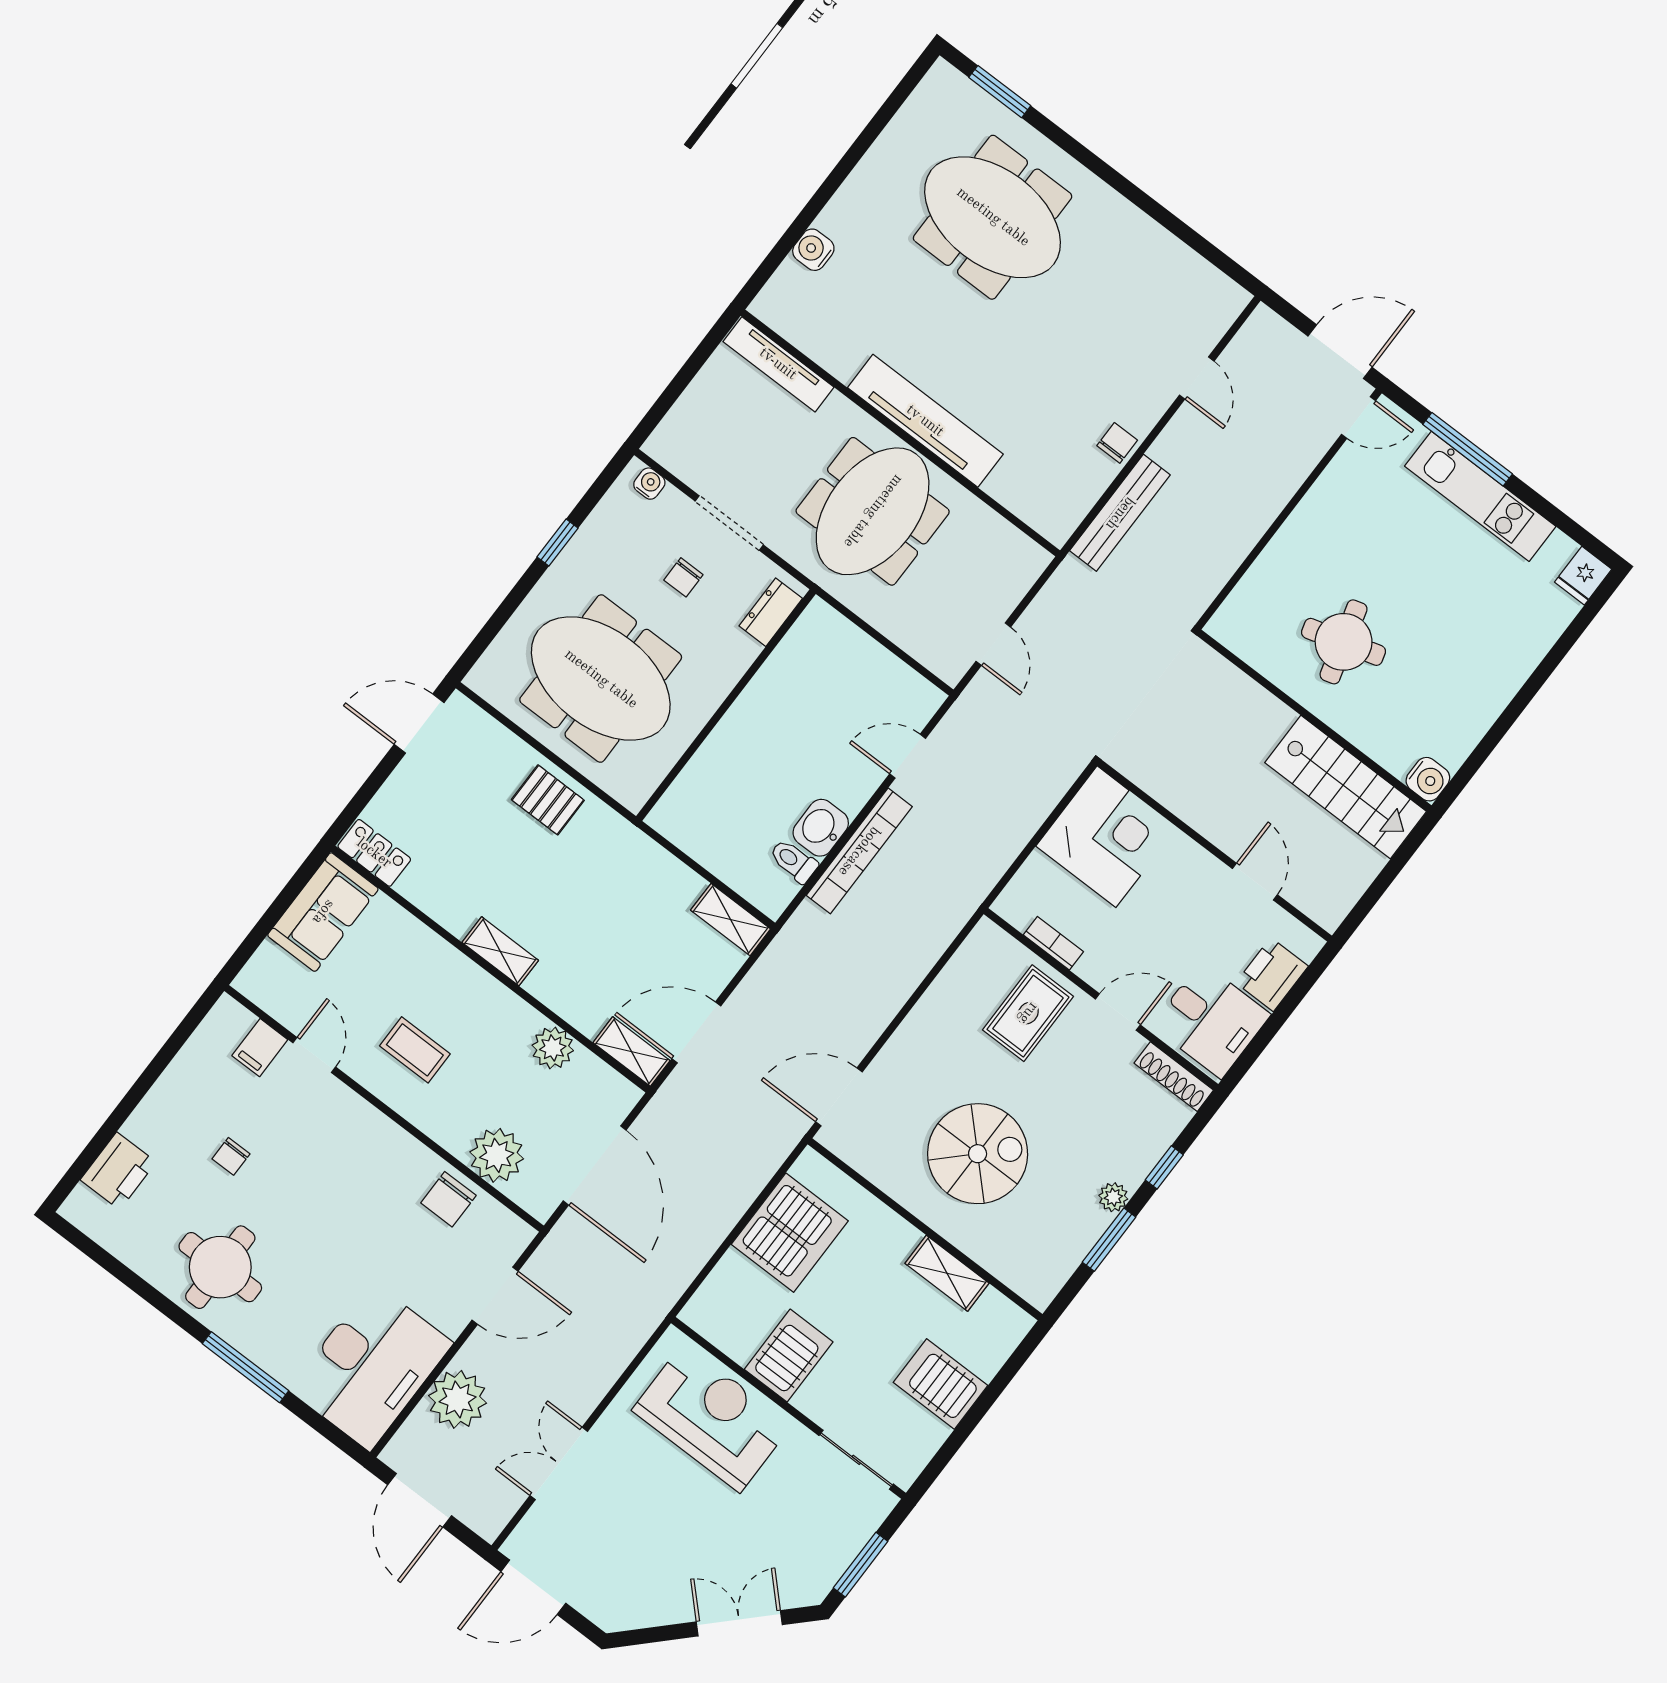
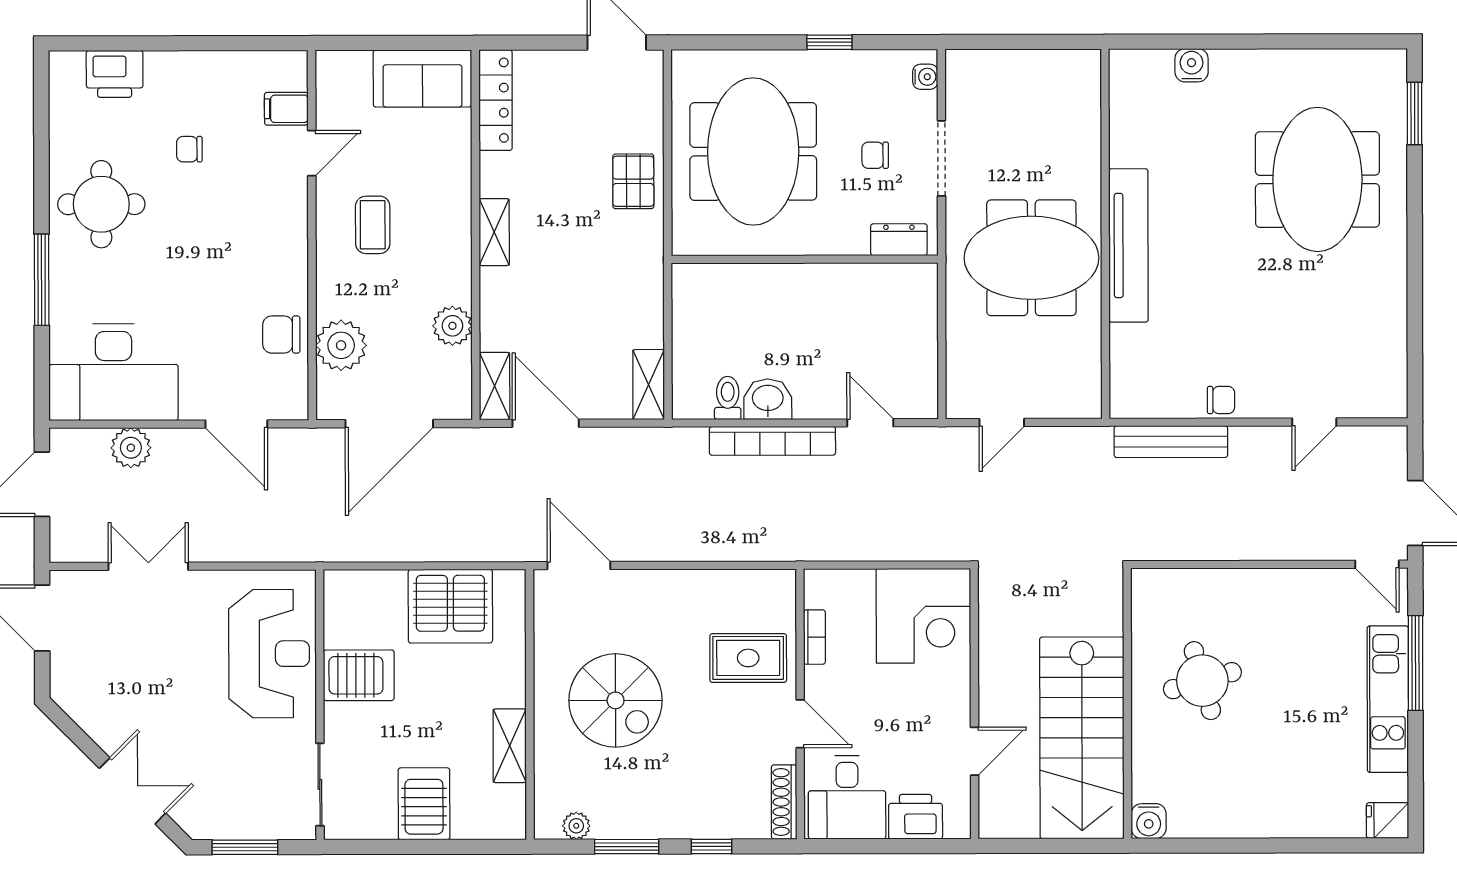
tv unit: (778, 364) -> (1087, 105), removed
stairs: (1346, 787) -> (1082, 738), width x1.36, depth x1.51
locker: (374, 853) -> (496, 100), width x1.53
plant: (1113, 1197) -> (576, 826), moved
plant: (458, 1399) -> (131, 448), width x0.73, depth x0.73

